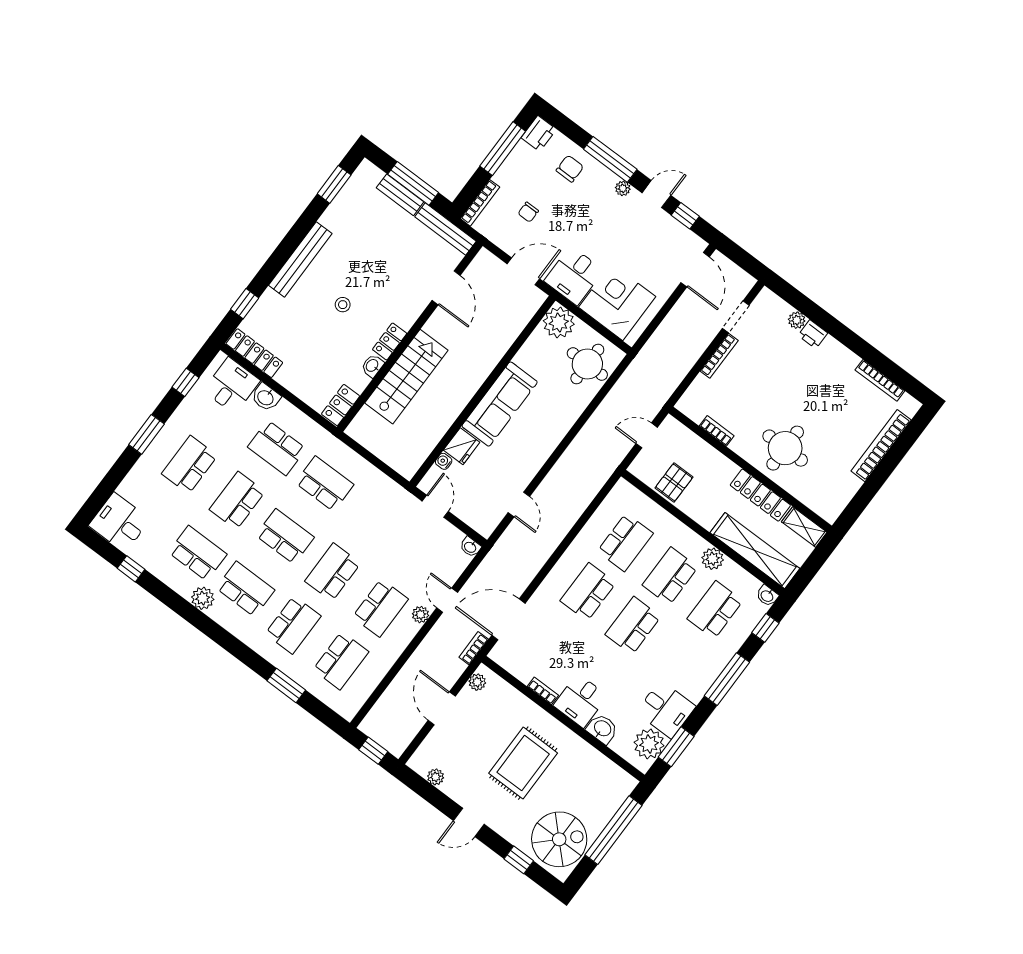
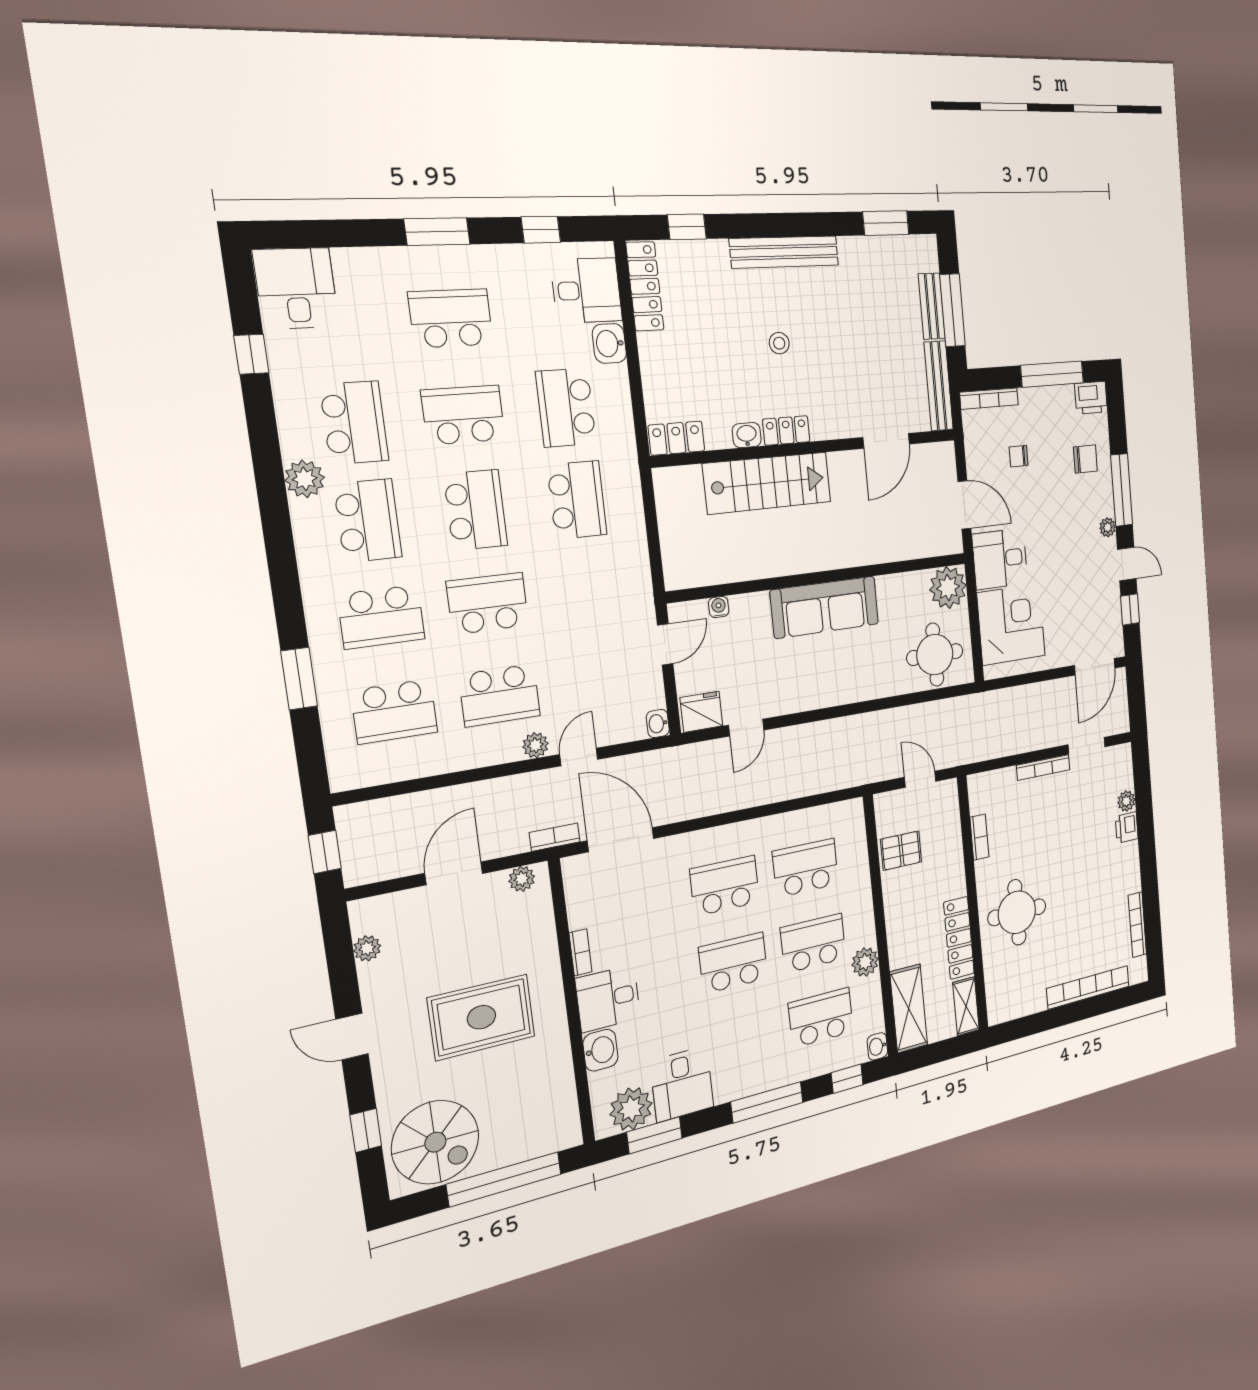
fridge: (462, 446) -> (701, 712), moved, turned 180
school desk: (625, 542) -> (806, 868), turned 180
shelving: (755, 551) -> (909, 1009), width x0.68

